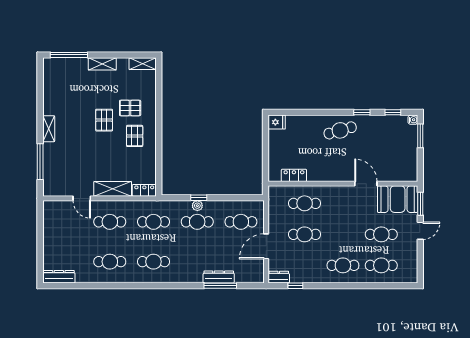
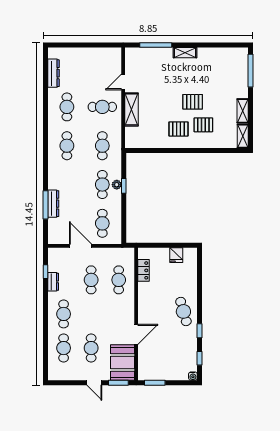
shelving: (102, 64) -> (243, 111), moved
pallet: (130, 108) -> (203, 125), turned 90
fridge: (277, 122) -> (176, 255), moved
window: (420, 136) -> (155, 383), moved
locker: (144, 190) -> (130, 138), removed
cafe table: (110, 222) -> (102, 107), turned 90
dresser: (59, 277) -> (53, 73), moved
dresser: (279, 277) -> (53, 282), moved

